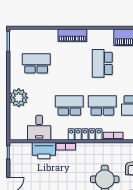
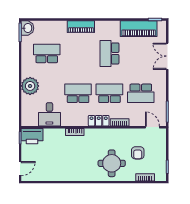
washbasin: (16, 37) -> (27, 28), added
locker: (85, 134) -> (99, 121), width x0.66
printer: (44, 151) -> (32, 136), moved

